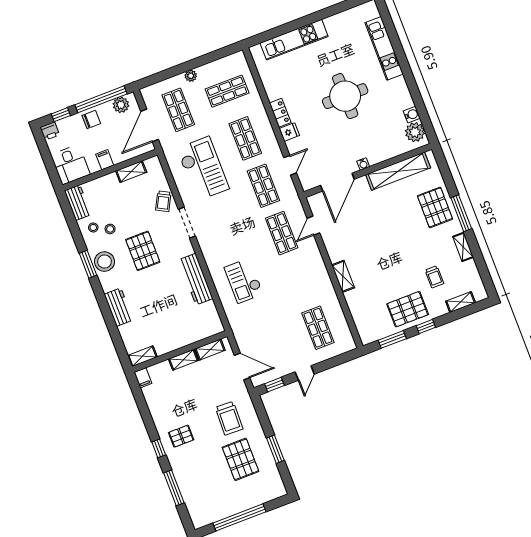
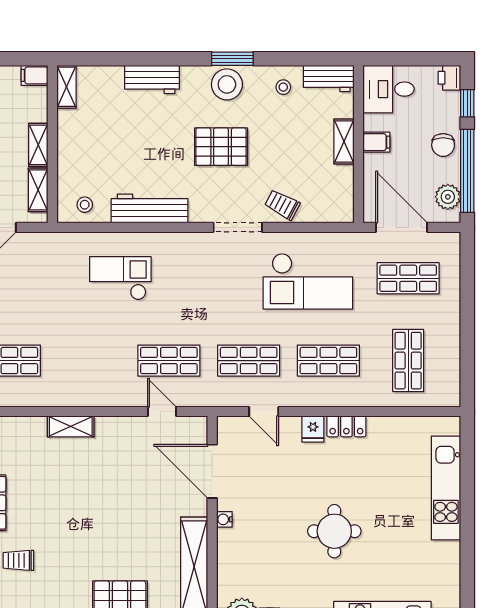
plant: (191, 76) -> (451, 316), removed
round table: (345, 96) -> (334, 531), width x0.73, depth x0.73
shelving: (131, 172) -> (344, 141), moved
stool: (110, 229) -> (85, 205), moved

